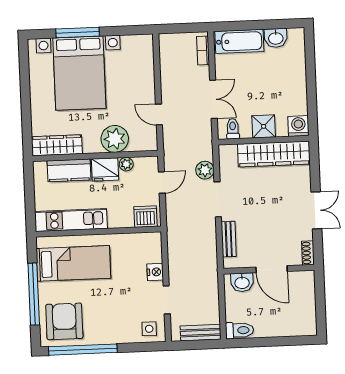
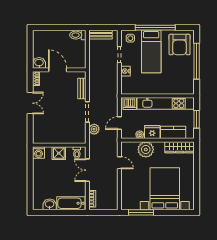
window: (78, 33) -> (141, 212), moved
wardrobe: (274, 154) -> (54, 137), removed
window: (30, 194) -> (197, 119), added
double door: (316, 210) -> (30, 103), swing flipped
kitchen unit: (71, 220) -> (166, 103), width x1.36
bed: (73, 263) -> (151, 52), moved, turned -90
washbasin: (242, 282) -> (39, 63), moved
window: (83, 350) -> (155, 28), moved

